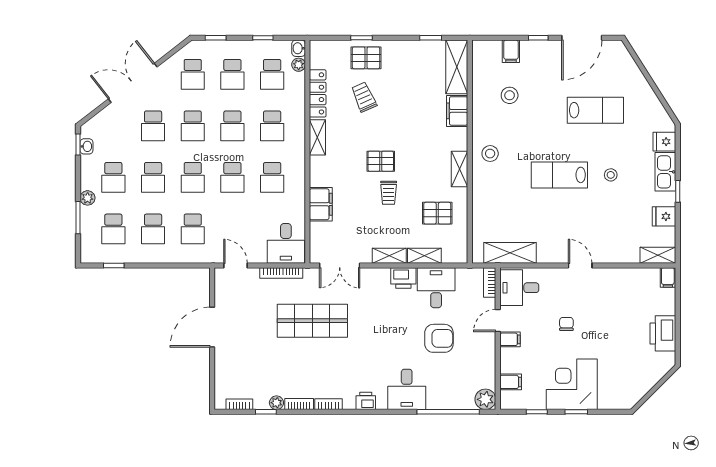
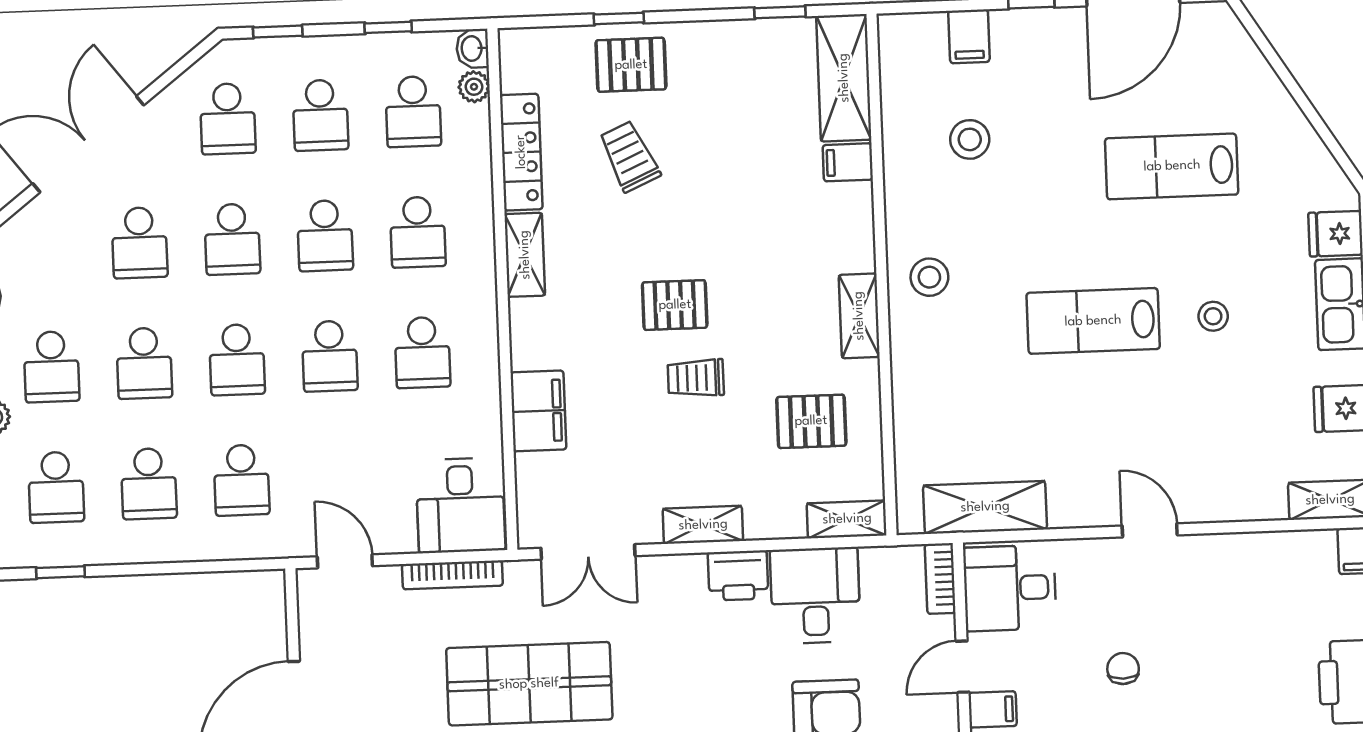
lab bench: (595, 110) -> (1172, 166), turned 180
filing cabinet: (457, 111) -> (848, 162), width x0.50
trolley: (389, 193) -> (696, 378), turned 90
shelving: (424, 256) -> (847, 519), moved

